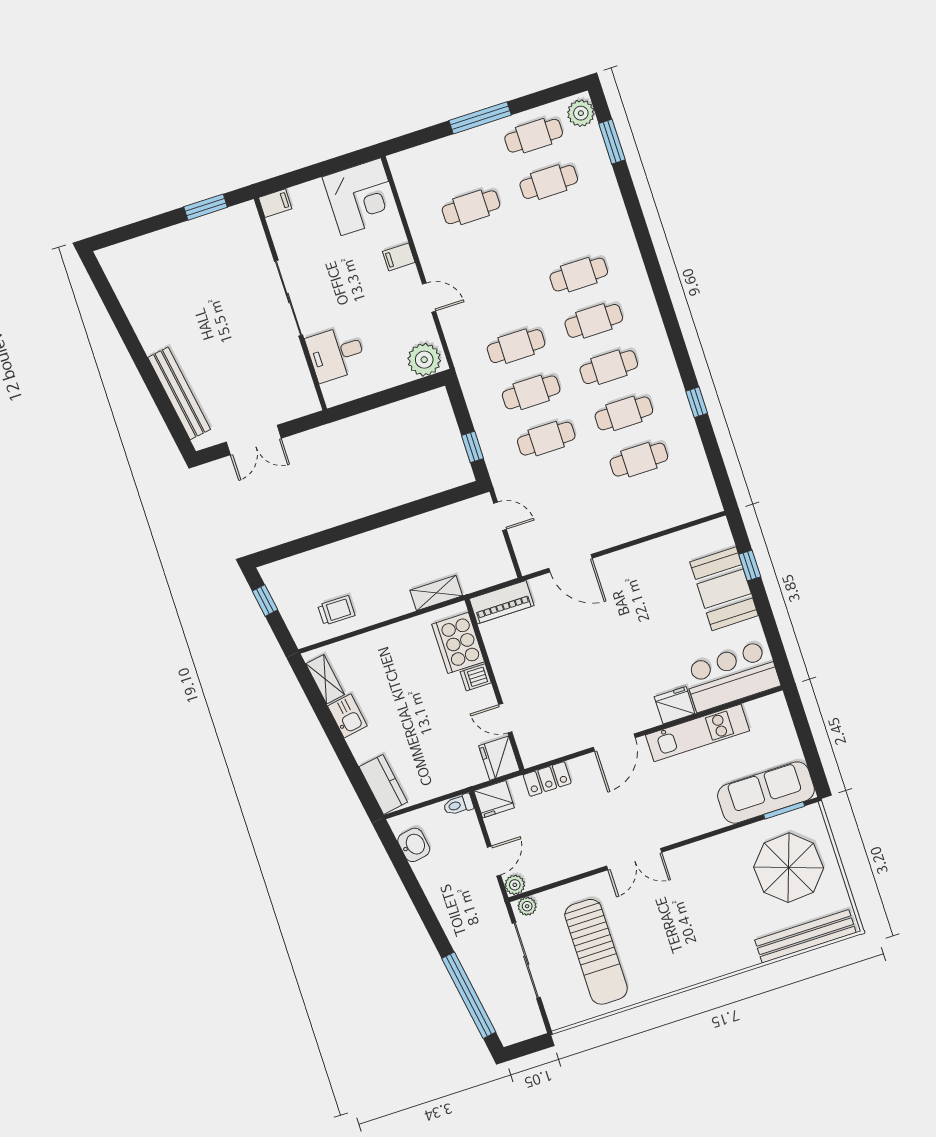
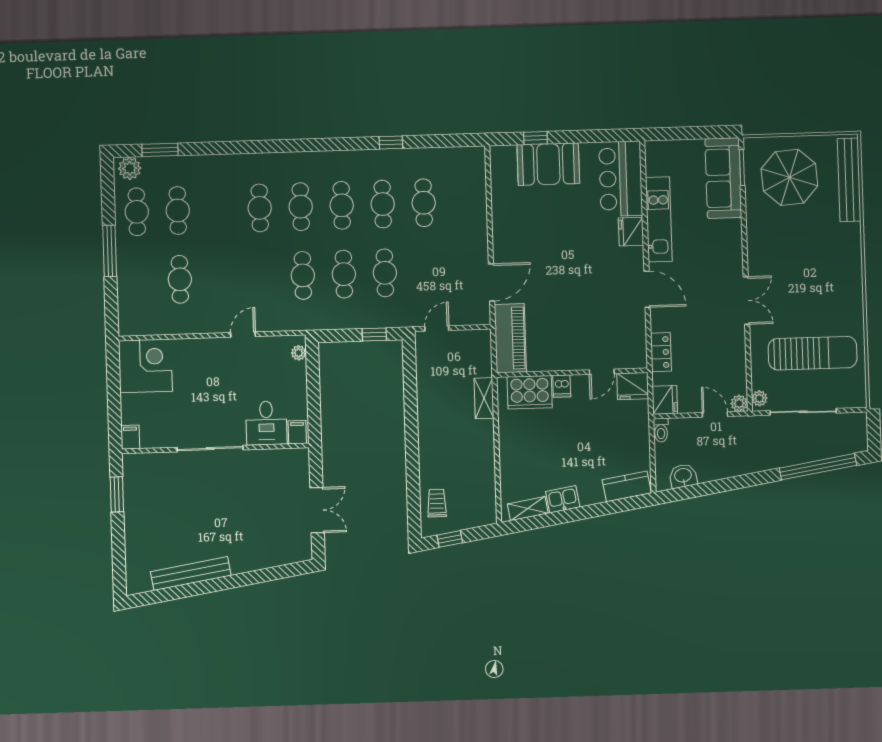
filing cabinet: (399, 257) -> (297, 432), moved, turned 180
plant: (424, 360) -> (299, 353), width x0.53, depth x0.53
bench: (179, 393) -> (191, 574), moved
piano: (502, 602) -> (510, 338), width x1.37, depth x1.33
trolley: (336, 610) -> (437, 503), moved

